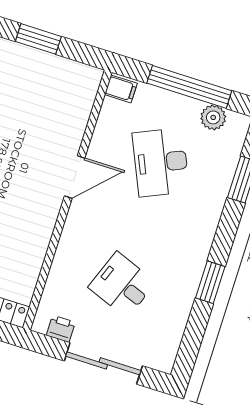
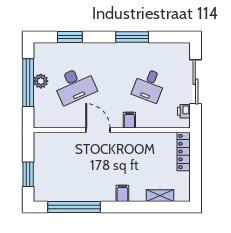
filing cabinet: (121, 89) -> (129, 120), moved
plant: (213, 117) -> (41, 81), moved
window: (210, 282) -> (132, 37), width x1.44

